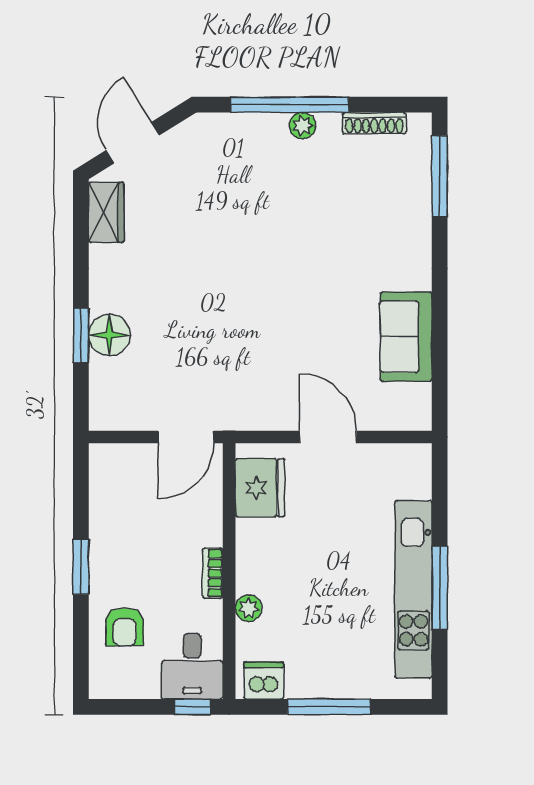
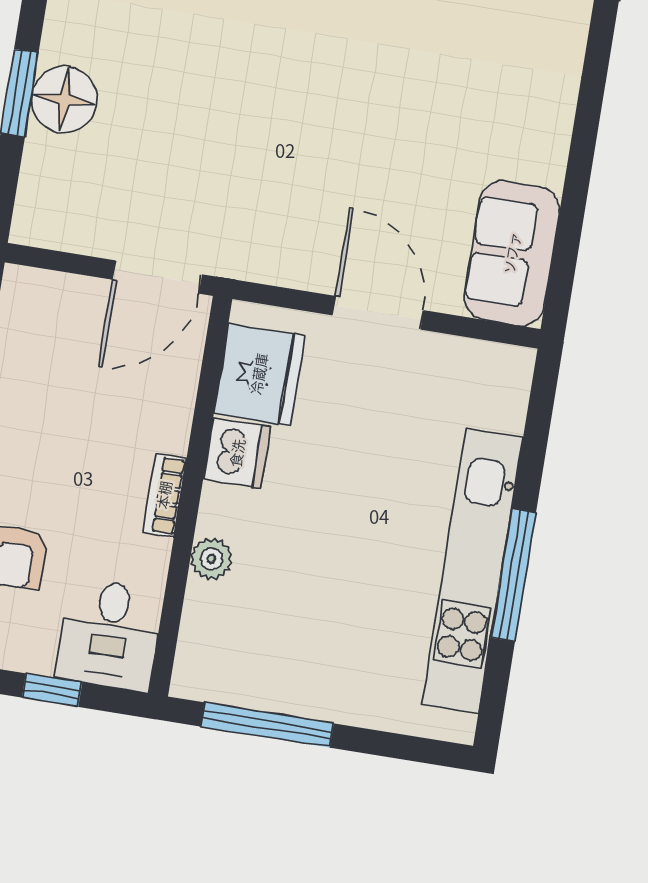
sofa: (406, 337) -> (512, 253), moved
dishwasher: (264, 681) -> (237, 453), moved, turned 90
window: (193, 707) -> (52, 690), moved
window: (329, 707) -> (267, 725), moved

